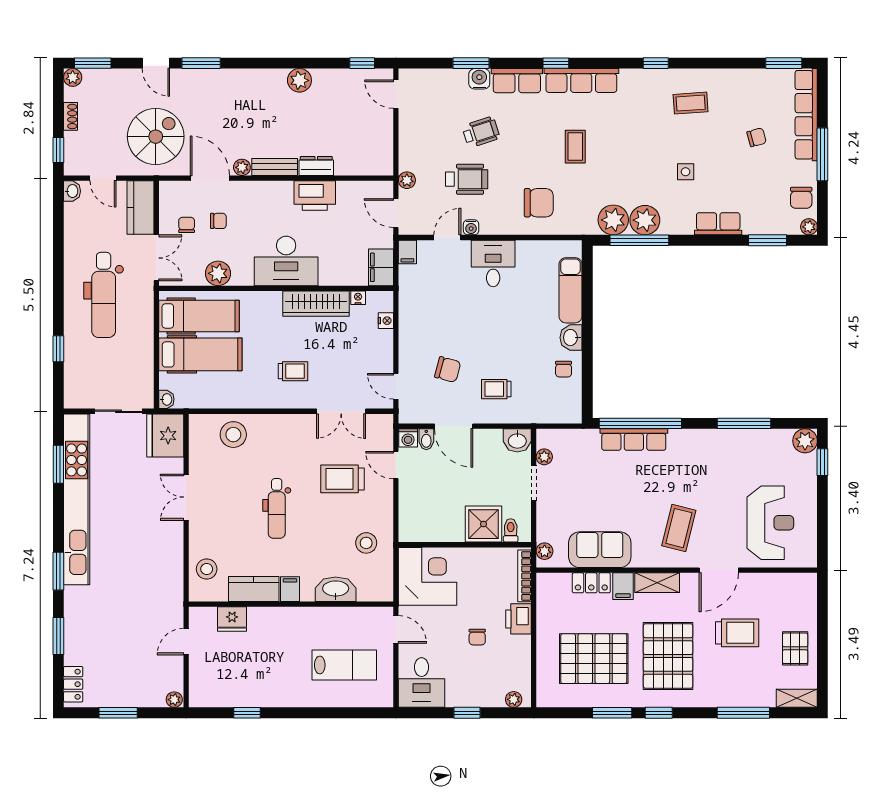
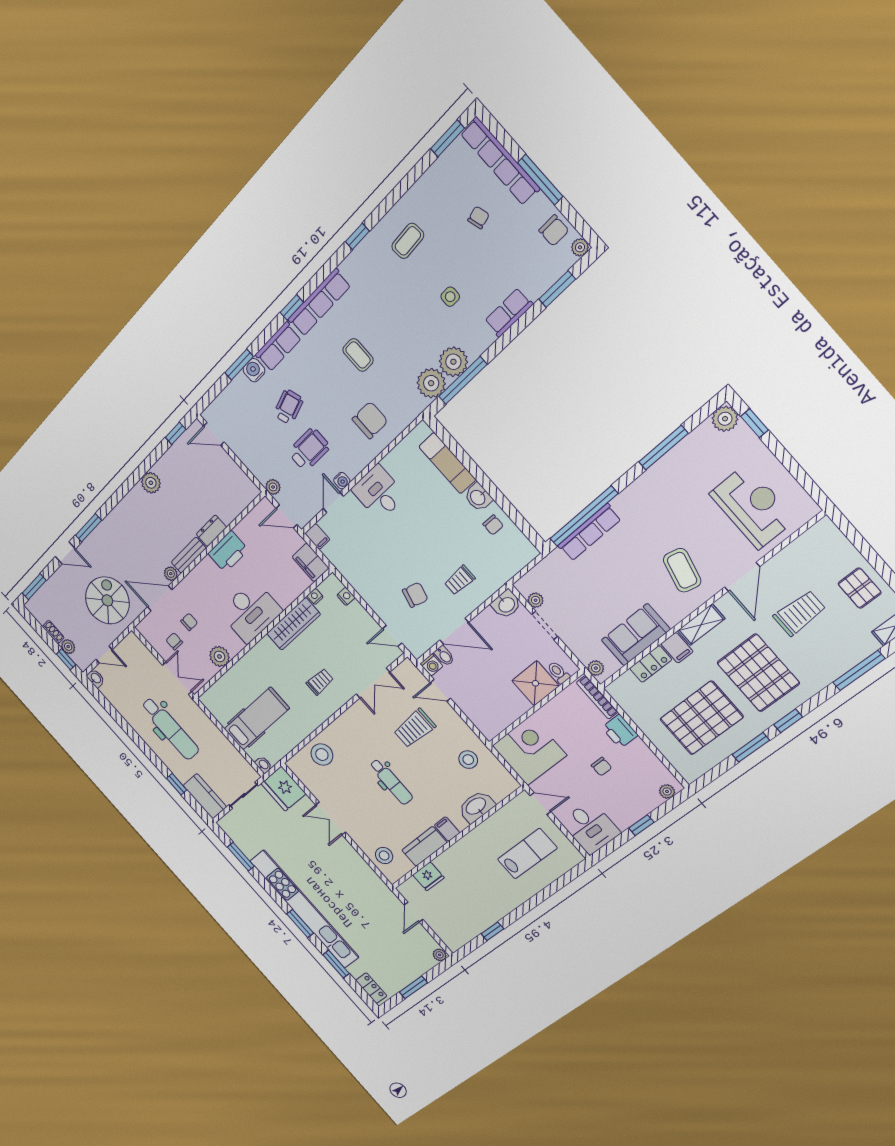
plant: (73, 77) -> (68, 647), moved
kitchen counter: (141, 208) -> (205, 796), moved, turned 180
hospital bed: (199, 316) -> (234, 694), removed
kitchen unit: (77, 499) -> (304, 909), moved

